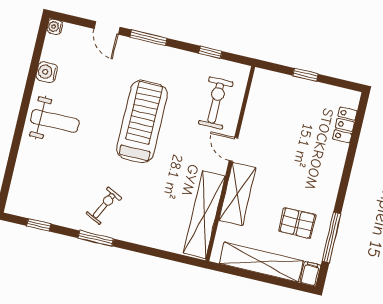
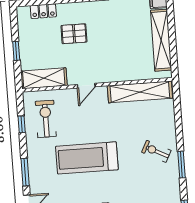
exercise bike: (216, 103) -> (46, 119), moved, turned 90
shelving: (237, 194) -> (44, 78), moved
exercise bike: (104, 206) -> (156, 151), moved
pallet: (297, 223) -> (74, 34), moved, turned 90

